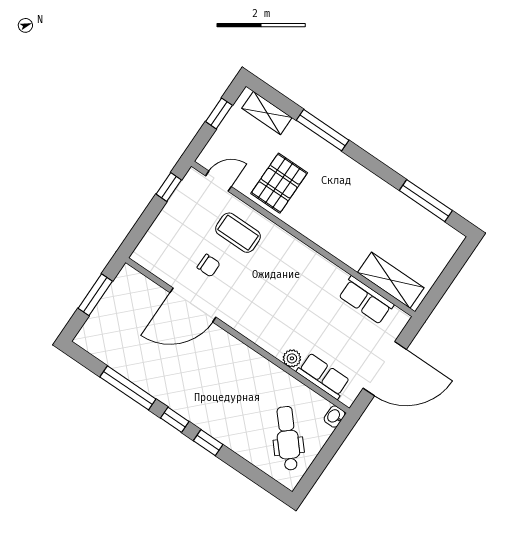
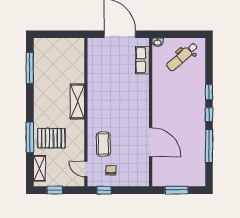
pallet: (279, 183) -> (51, 138), moved
chair: (209, 265) -> (111, 170), moved
shelving: (391, 280) -> (77, 101), moved
row of seats: (366, 300) -> (94, 64), removed
plant: (292, 358) -> (144, 80), removed

